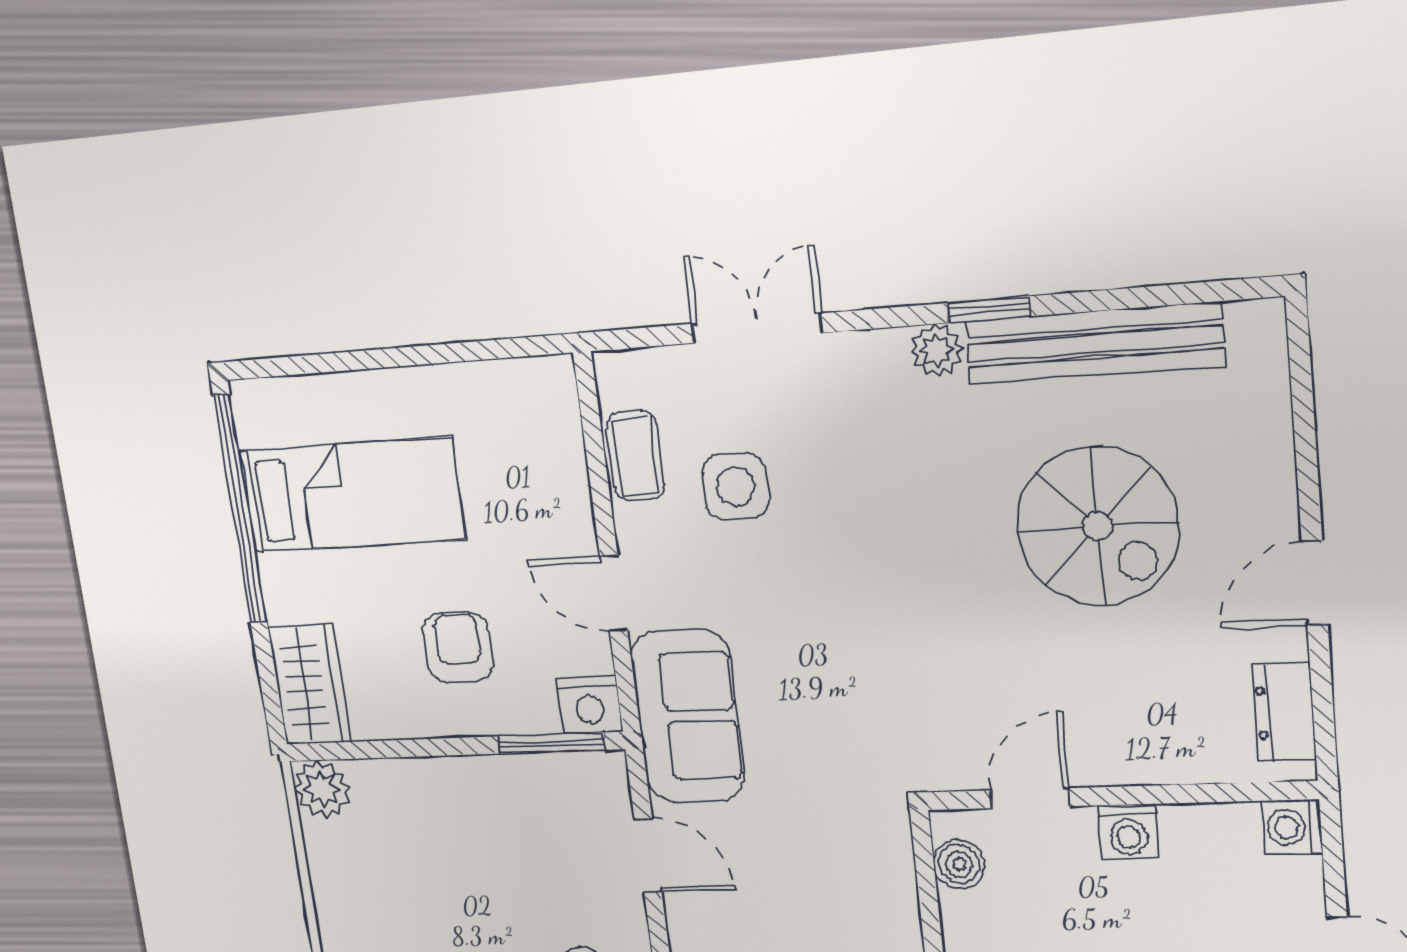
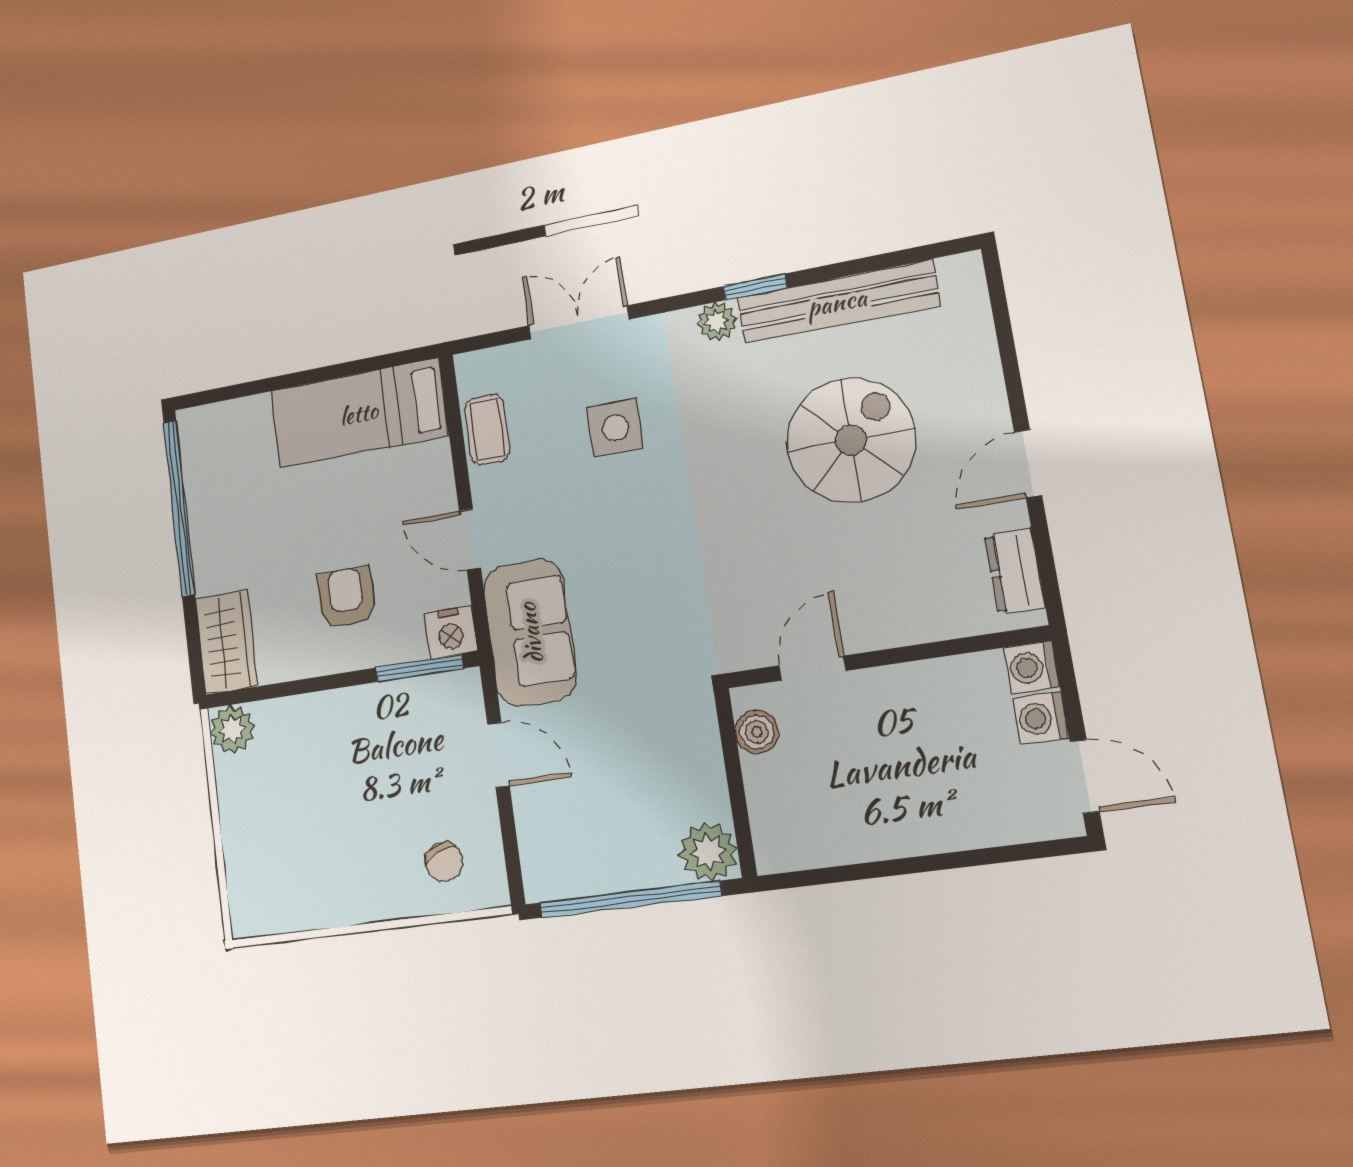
side table: (736, 487) -> (615, 428), moved
bed: (352, 495) -> (359, 413), moved, turned 180
spiral stairs: (1098, 526) -> (851, 440), turned -90
washing machine: (1129, 832) -> (1041, 718), moved, turned 90

